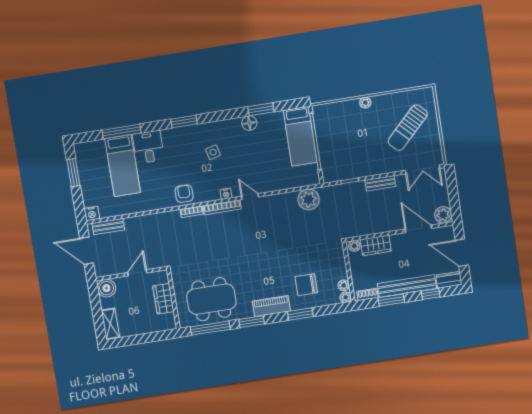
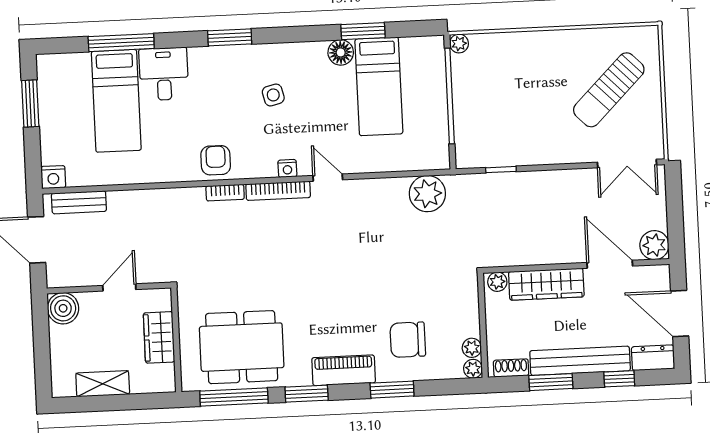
plant: (365, 103) -> (459, 44), moved
bed: (300, 136) -> (379, 86), moved
bench: (380, 183) -> (553, 179), removed
wardrobe: (376, 245) -> (546, 284), width x1.50
shelving: (110, 324) -> (103, 384), moved, turned 90

